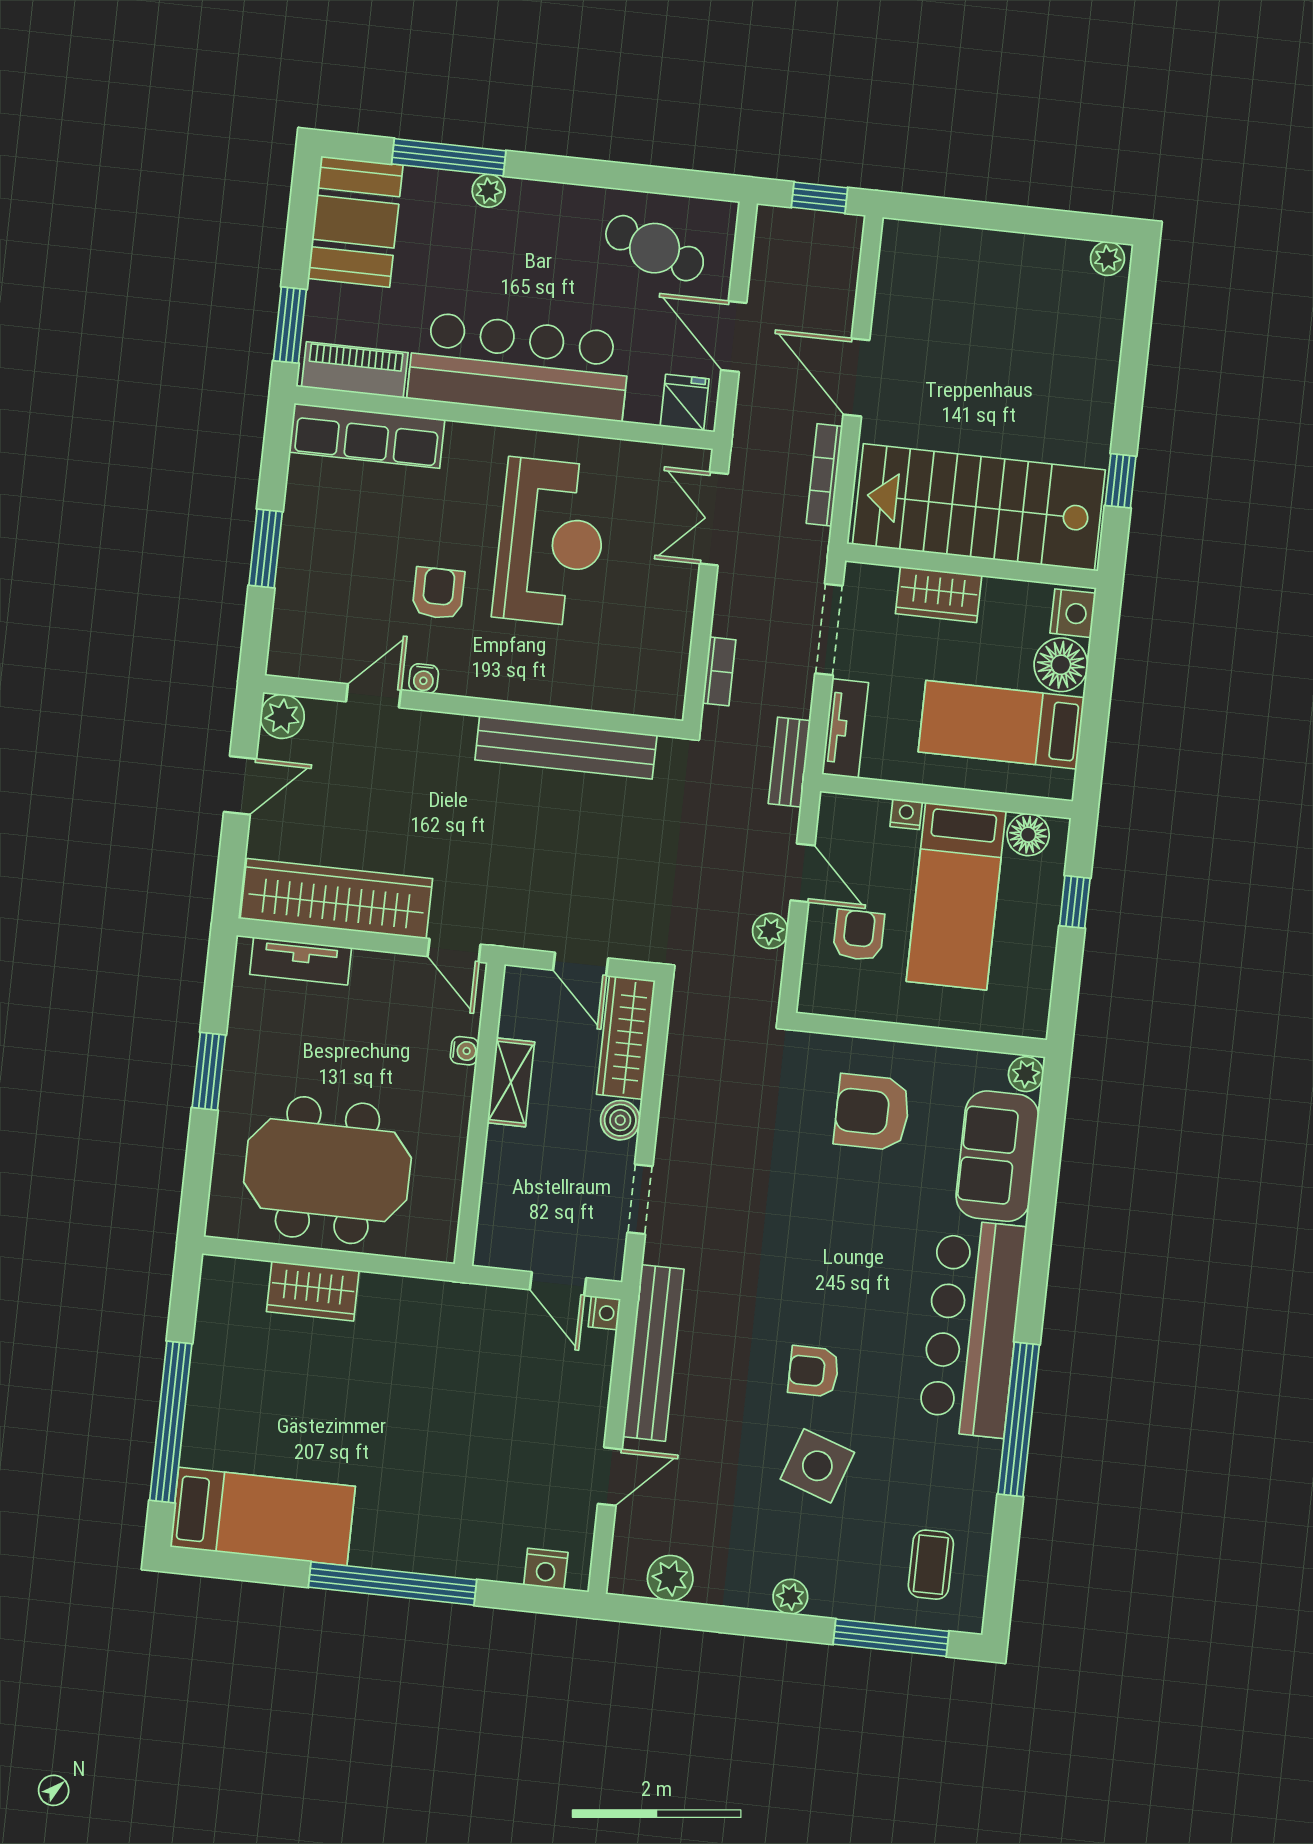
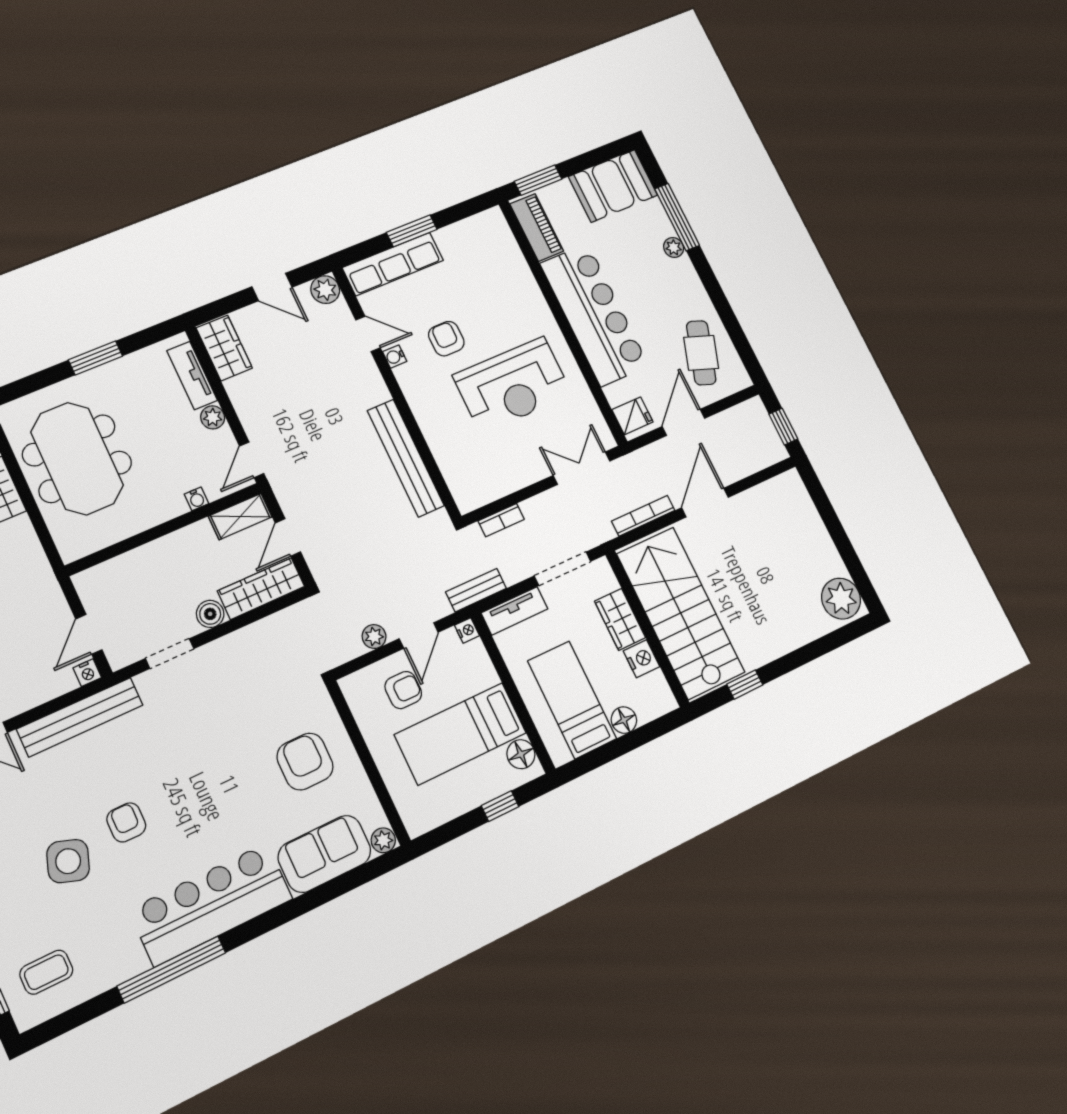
plant: (1107, 259) -> (841, 599), width x1.88, depth x1.88
row of seats: (367, 436) -> (393, 264), moved, turned -90
armchair: (438, 593) -> (446, 339), turned -90
nightstand: (1073, 613) -> (642, 659), moved, turned -90
floor lamp: (1061, 665) -> (624, 720), width x0.73, depth x0.73
nightstand: (906, 814) -> (467, 630), moved
wardrobe: (336, 899) -> (224, 348), width x0.48, depth x0.85
plant: (371, 967) -> (213, 417), added
shelving: (511, 1082) -> (240, 517), moved

